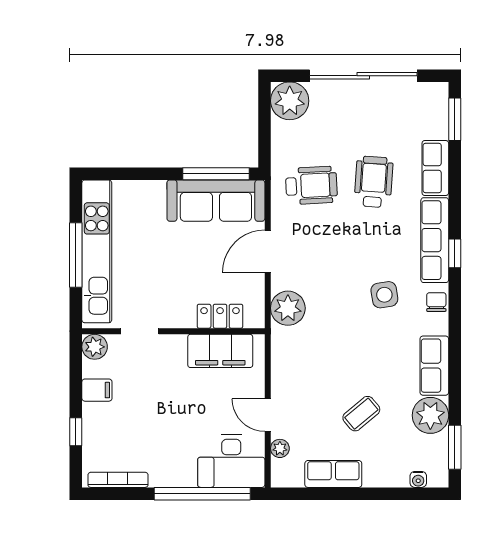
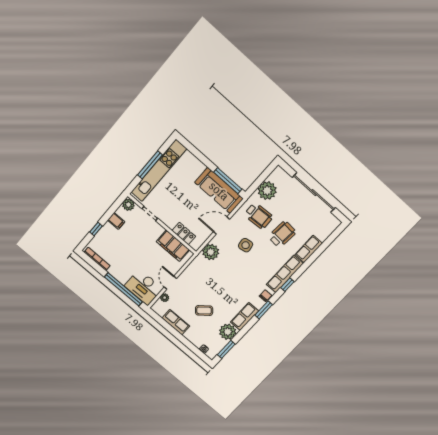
plant: (290, 101) -> (267, 191), moved
window: (455, 119) -> (264, 310), moved
side table: (384, 295) -> (246, 245), moved

